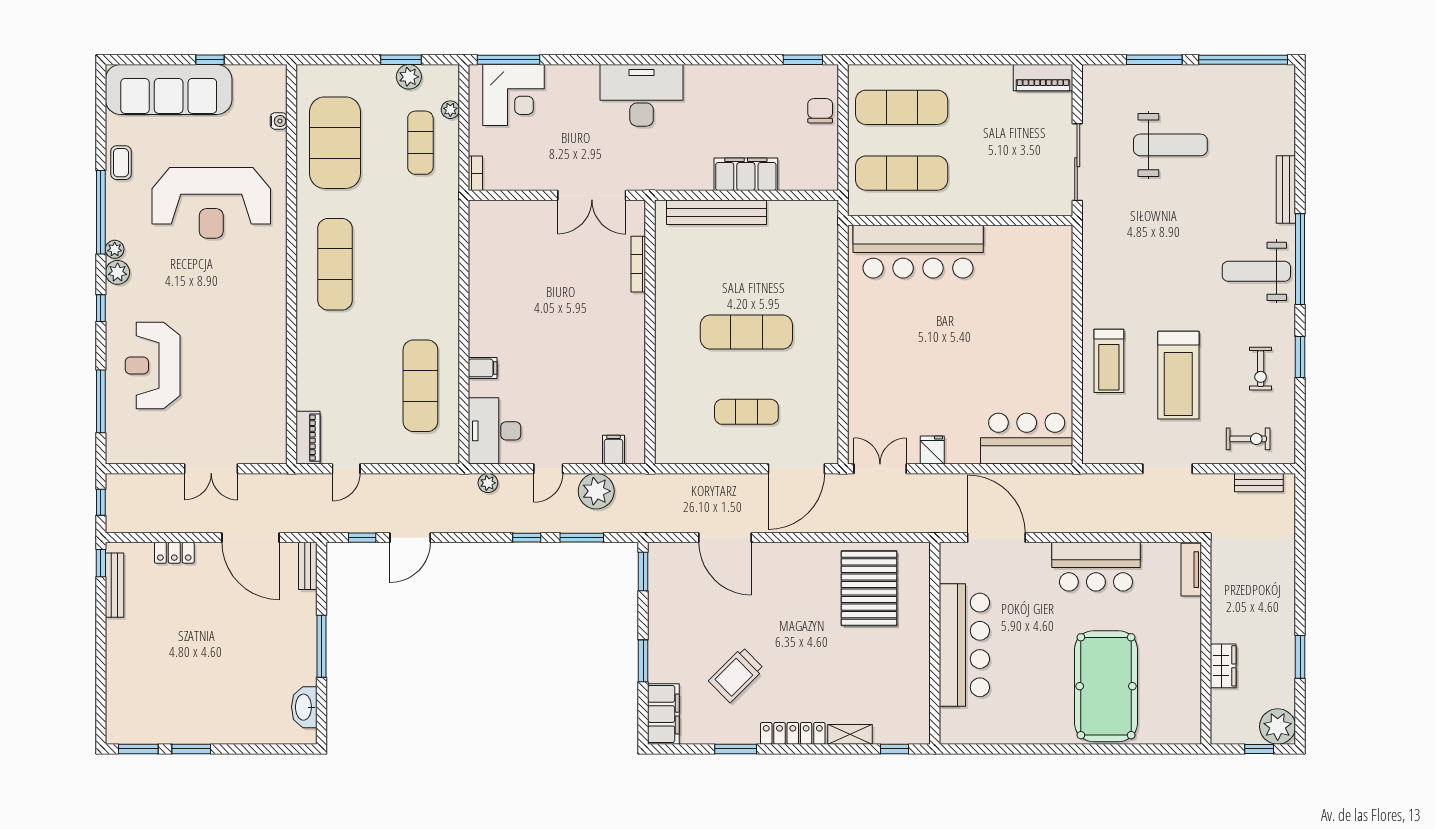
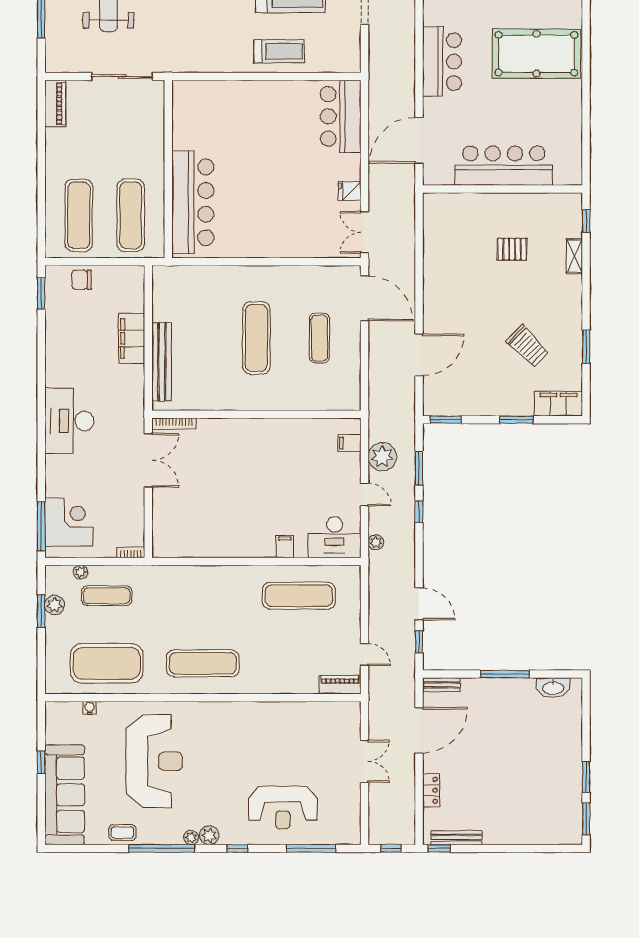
bookcase: (638, 264) -> (174, 424), moved
pallet: (869, 588) -> (512, 249), moved, width x0.49, depth x0.50
locker: (793, 733) -> (574, 301), removed

